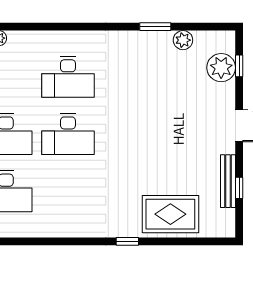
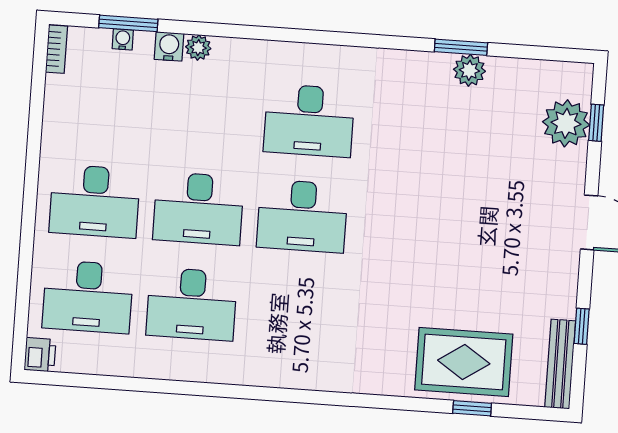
plant: (183, 40) -> (469, 70), moved
bench: (228, 181) -> (560, 364), moved
window: (127, 241) -> (472, 408), moved

